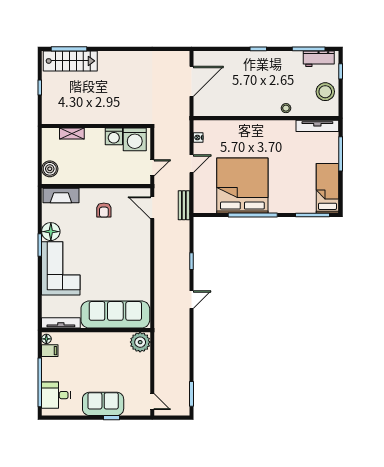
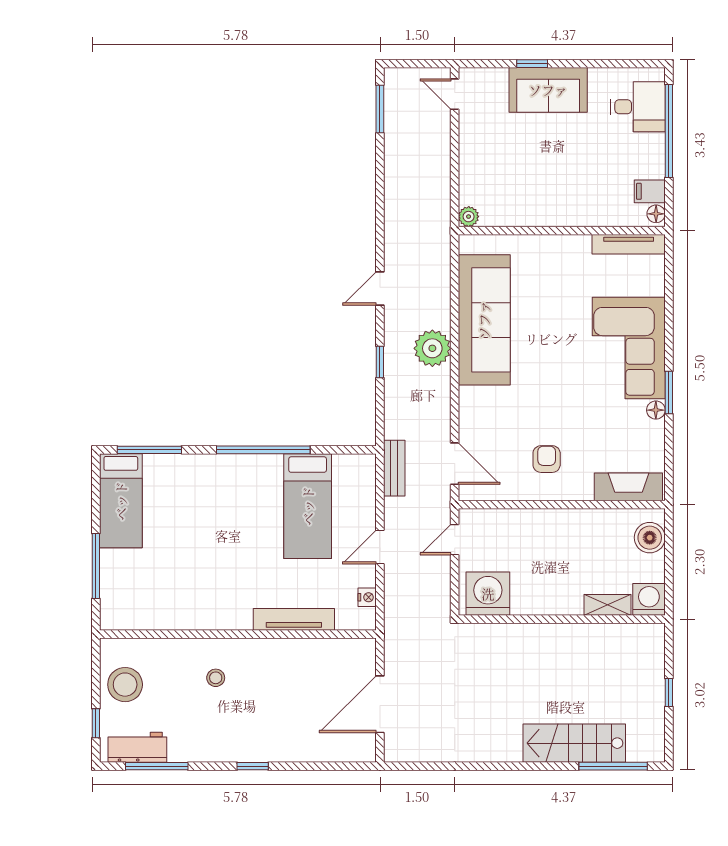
stairs: (70, 61) -> (574, 743), moved
stool: (286, 108) -> (216, 678), moved
tv unit: (317, 126) -> (294, 619), moved
washing machine: (114, 136) -> (649, 599), moved
bed: (242, 185) -> (308, 506), width x0.49
floor lamp: (51, 232) -> (656, 410), width x0.53, depth x0.53
plant: (164, 268) -> (432, 348), added
sofa: (115, 314) -> (484, 320), moved, turned -90
plant: (140, 342) -> (469, 217), width x0.53, depth x0.53

